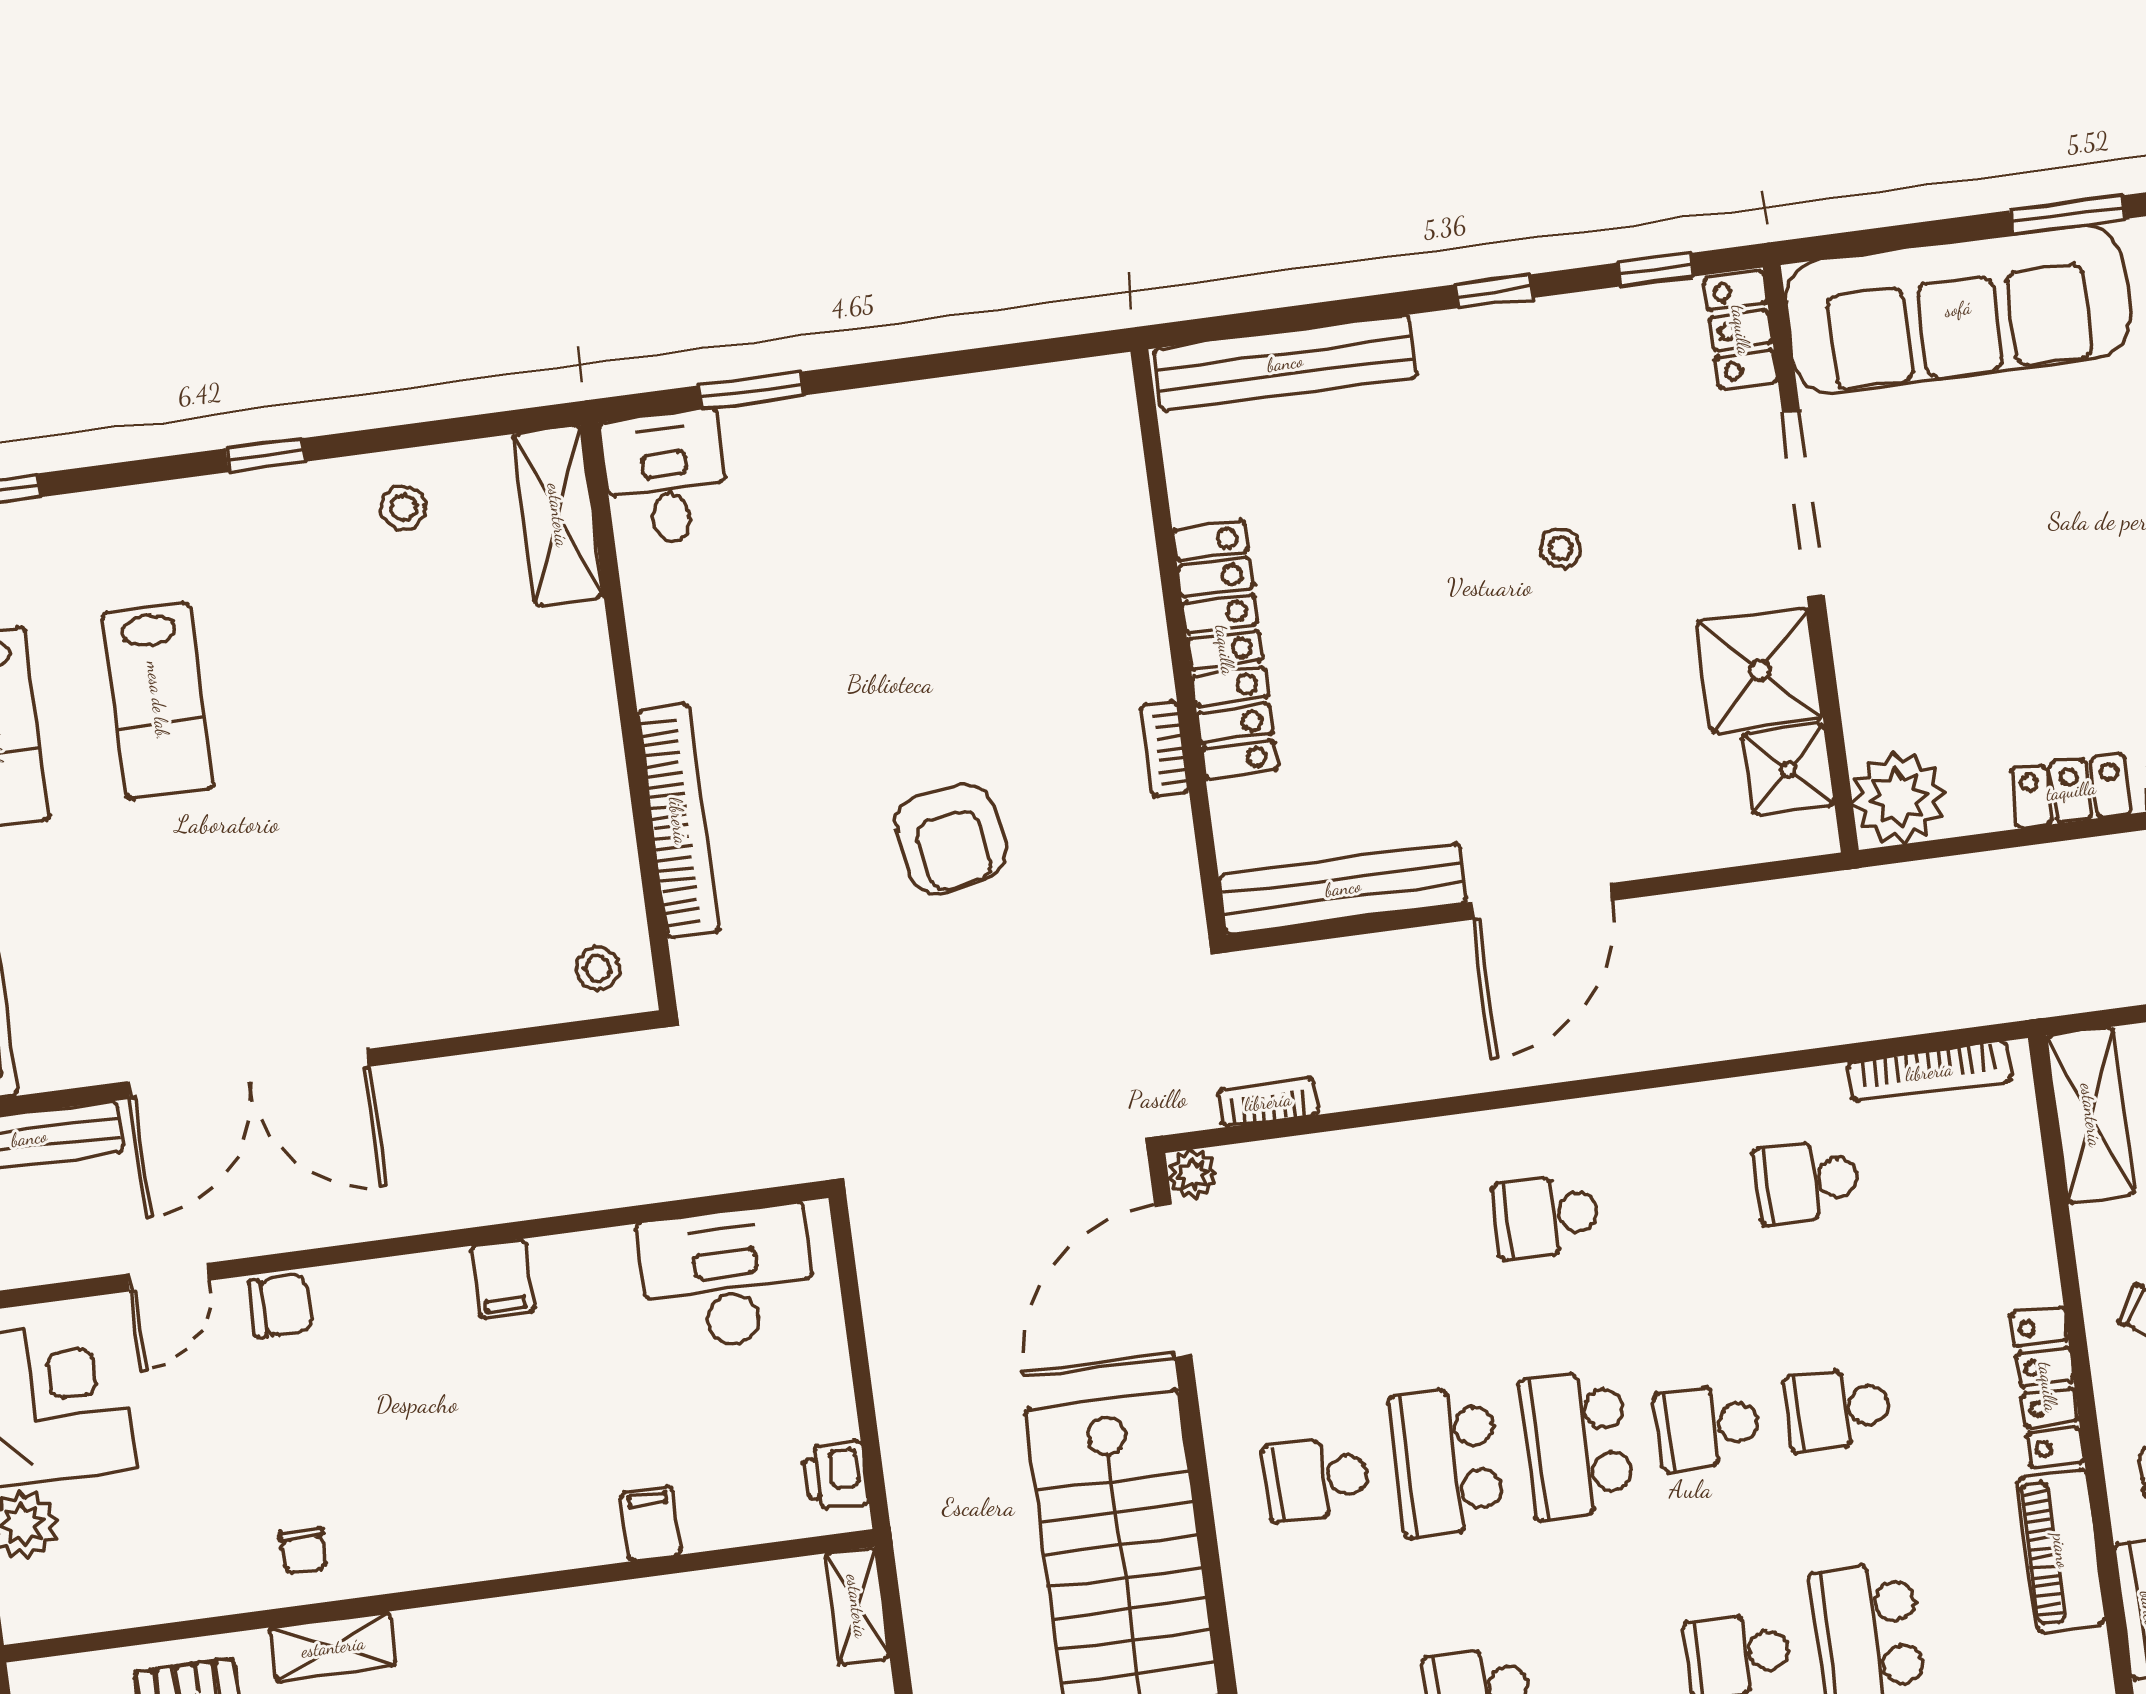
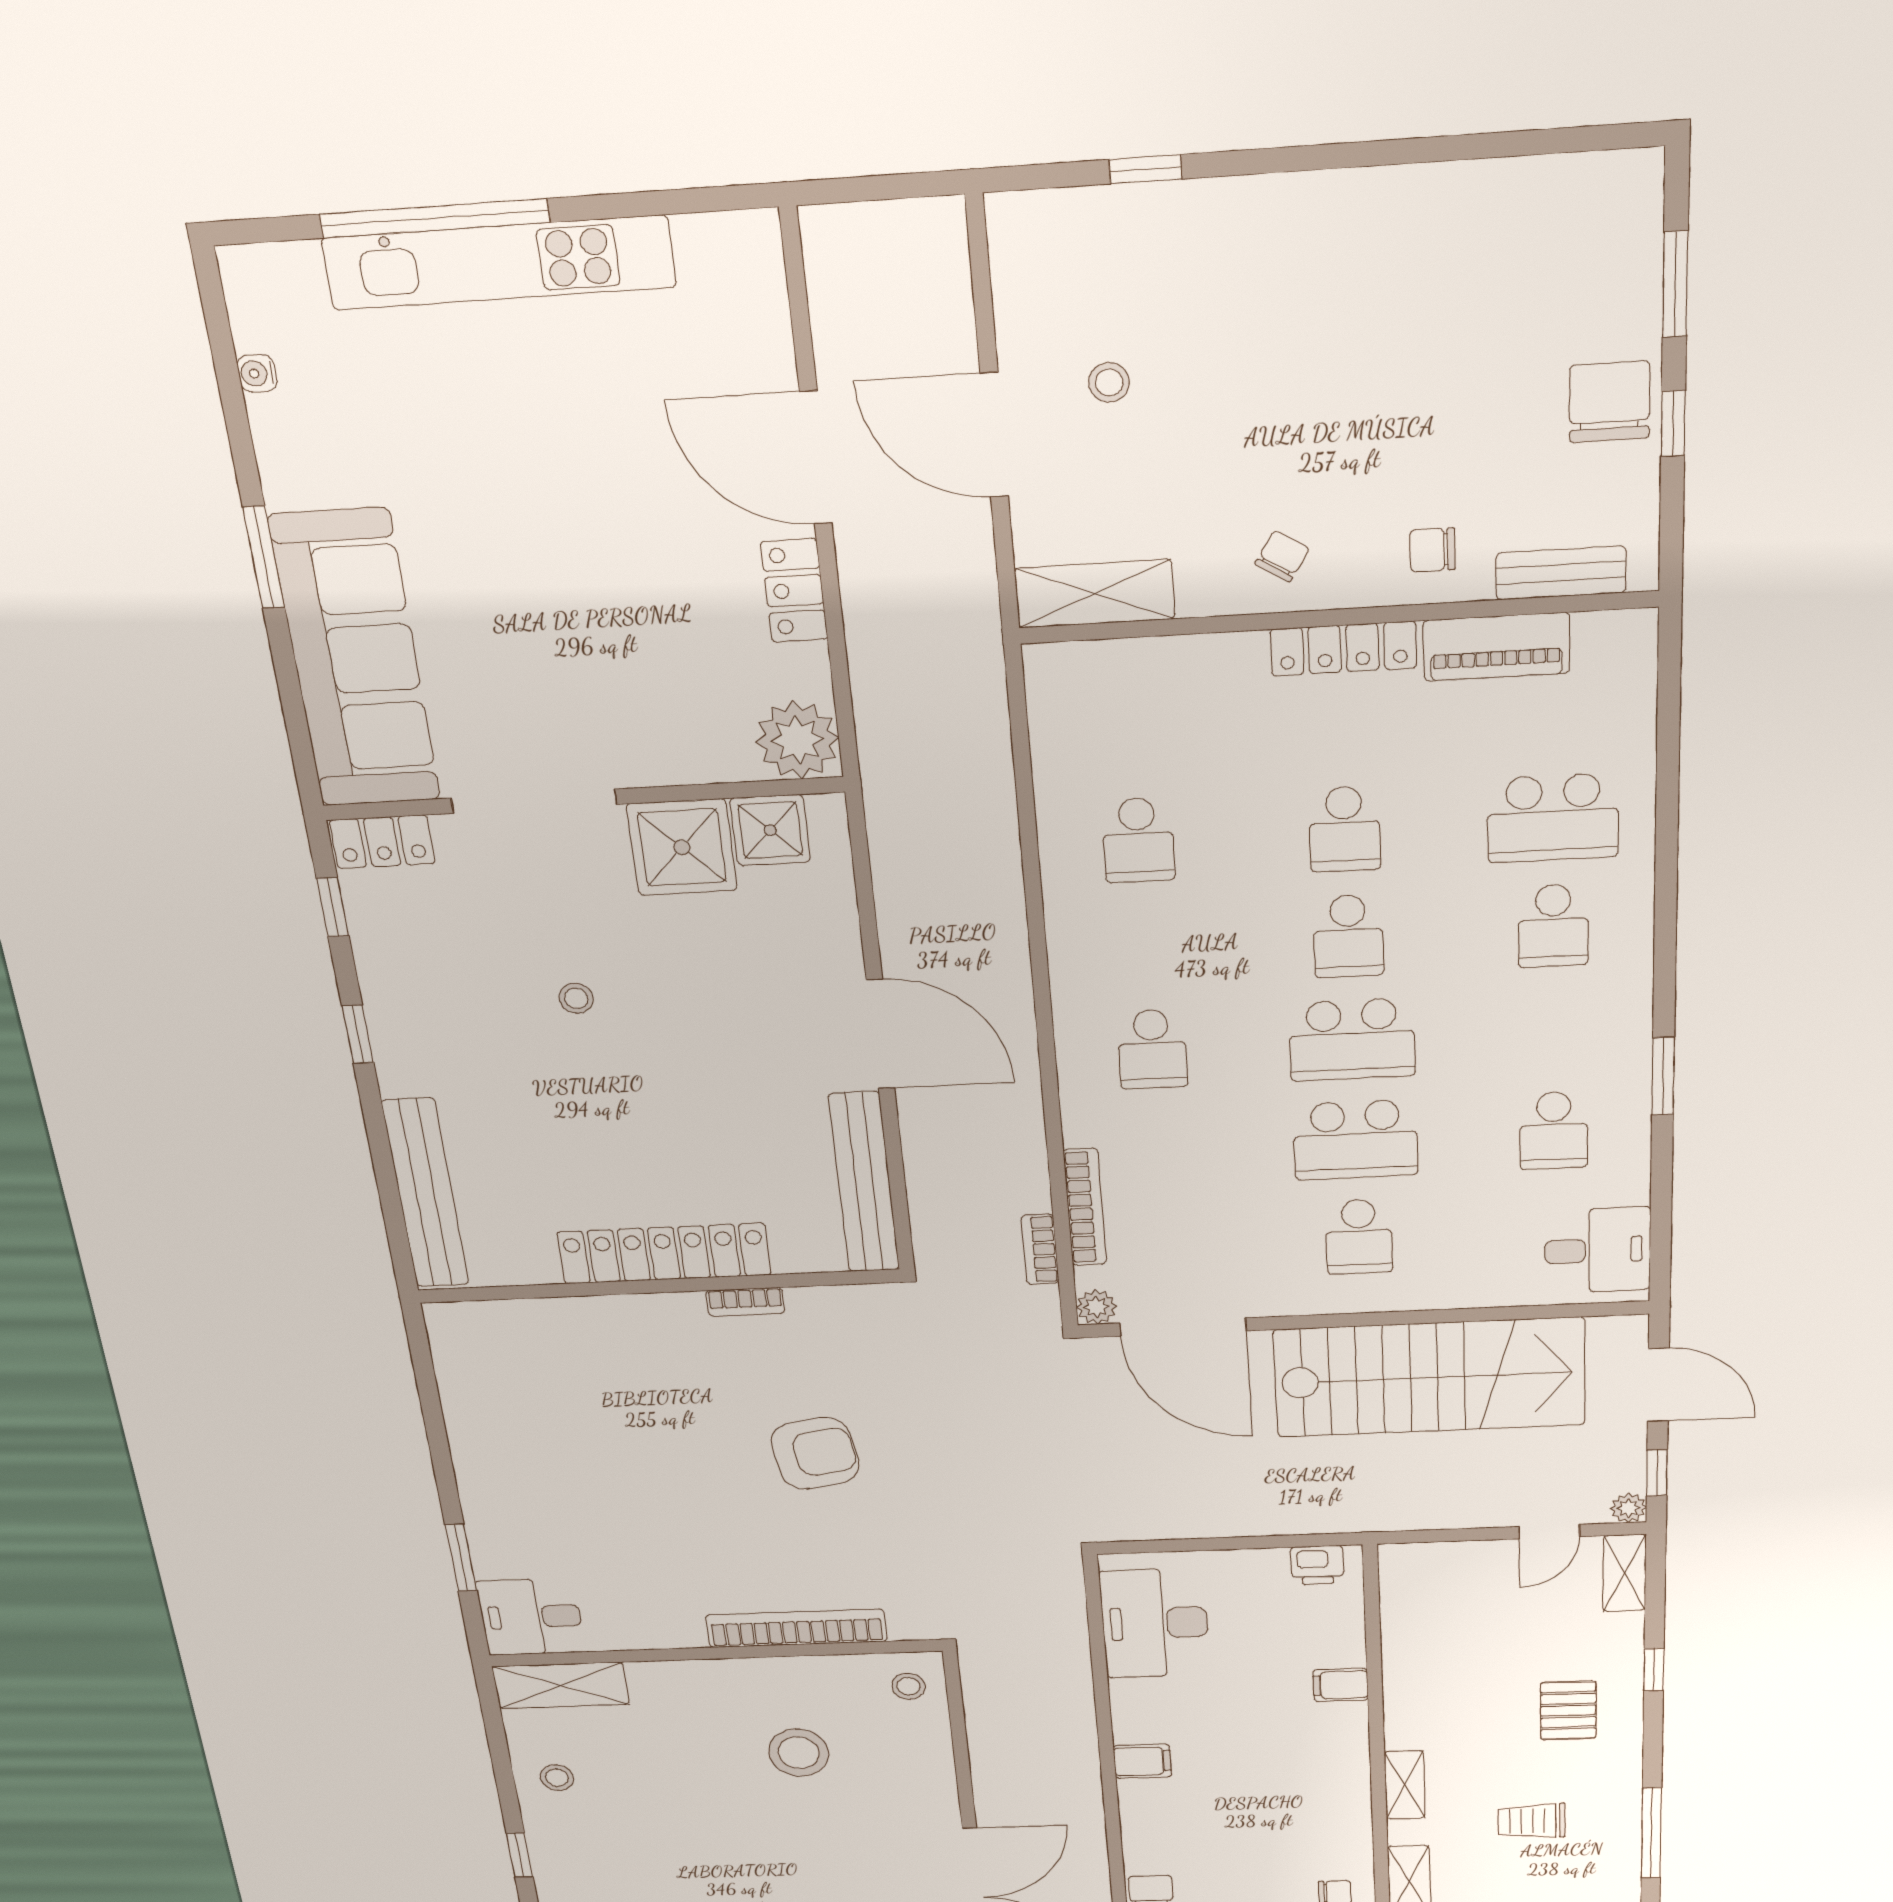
stool: (475, 828) -> (799, 1753), added
bookcase: (1929, 1072) -> (1085, 1207), moved
shelving: (857, 1606) -> (1405, 1785), moved, turned 90

